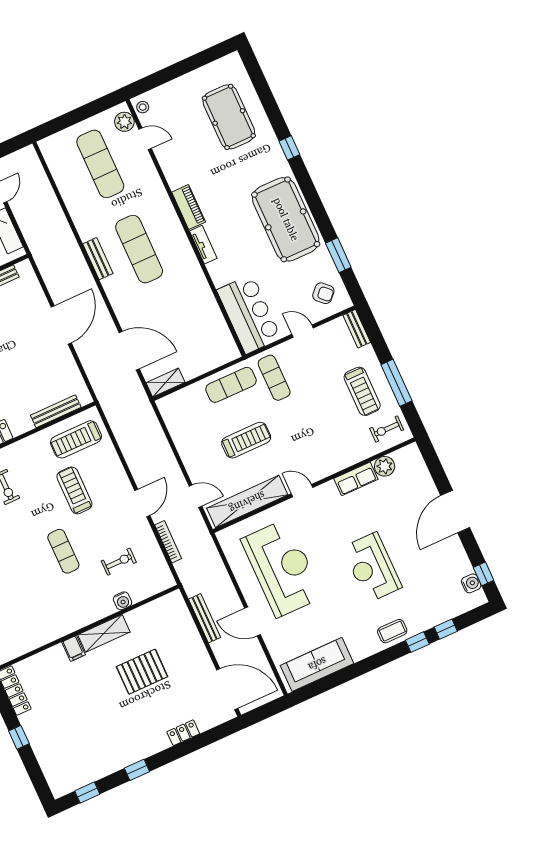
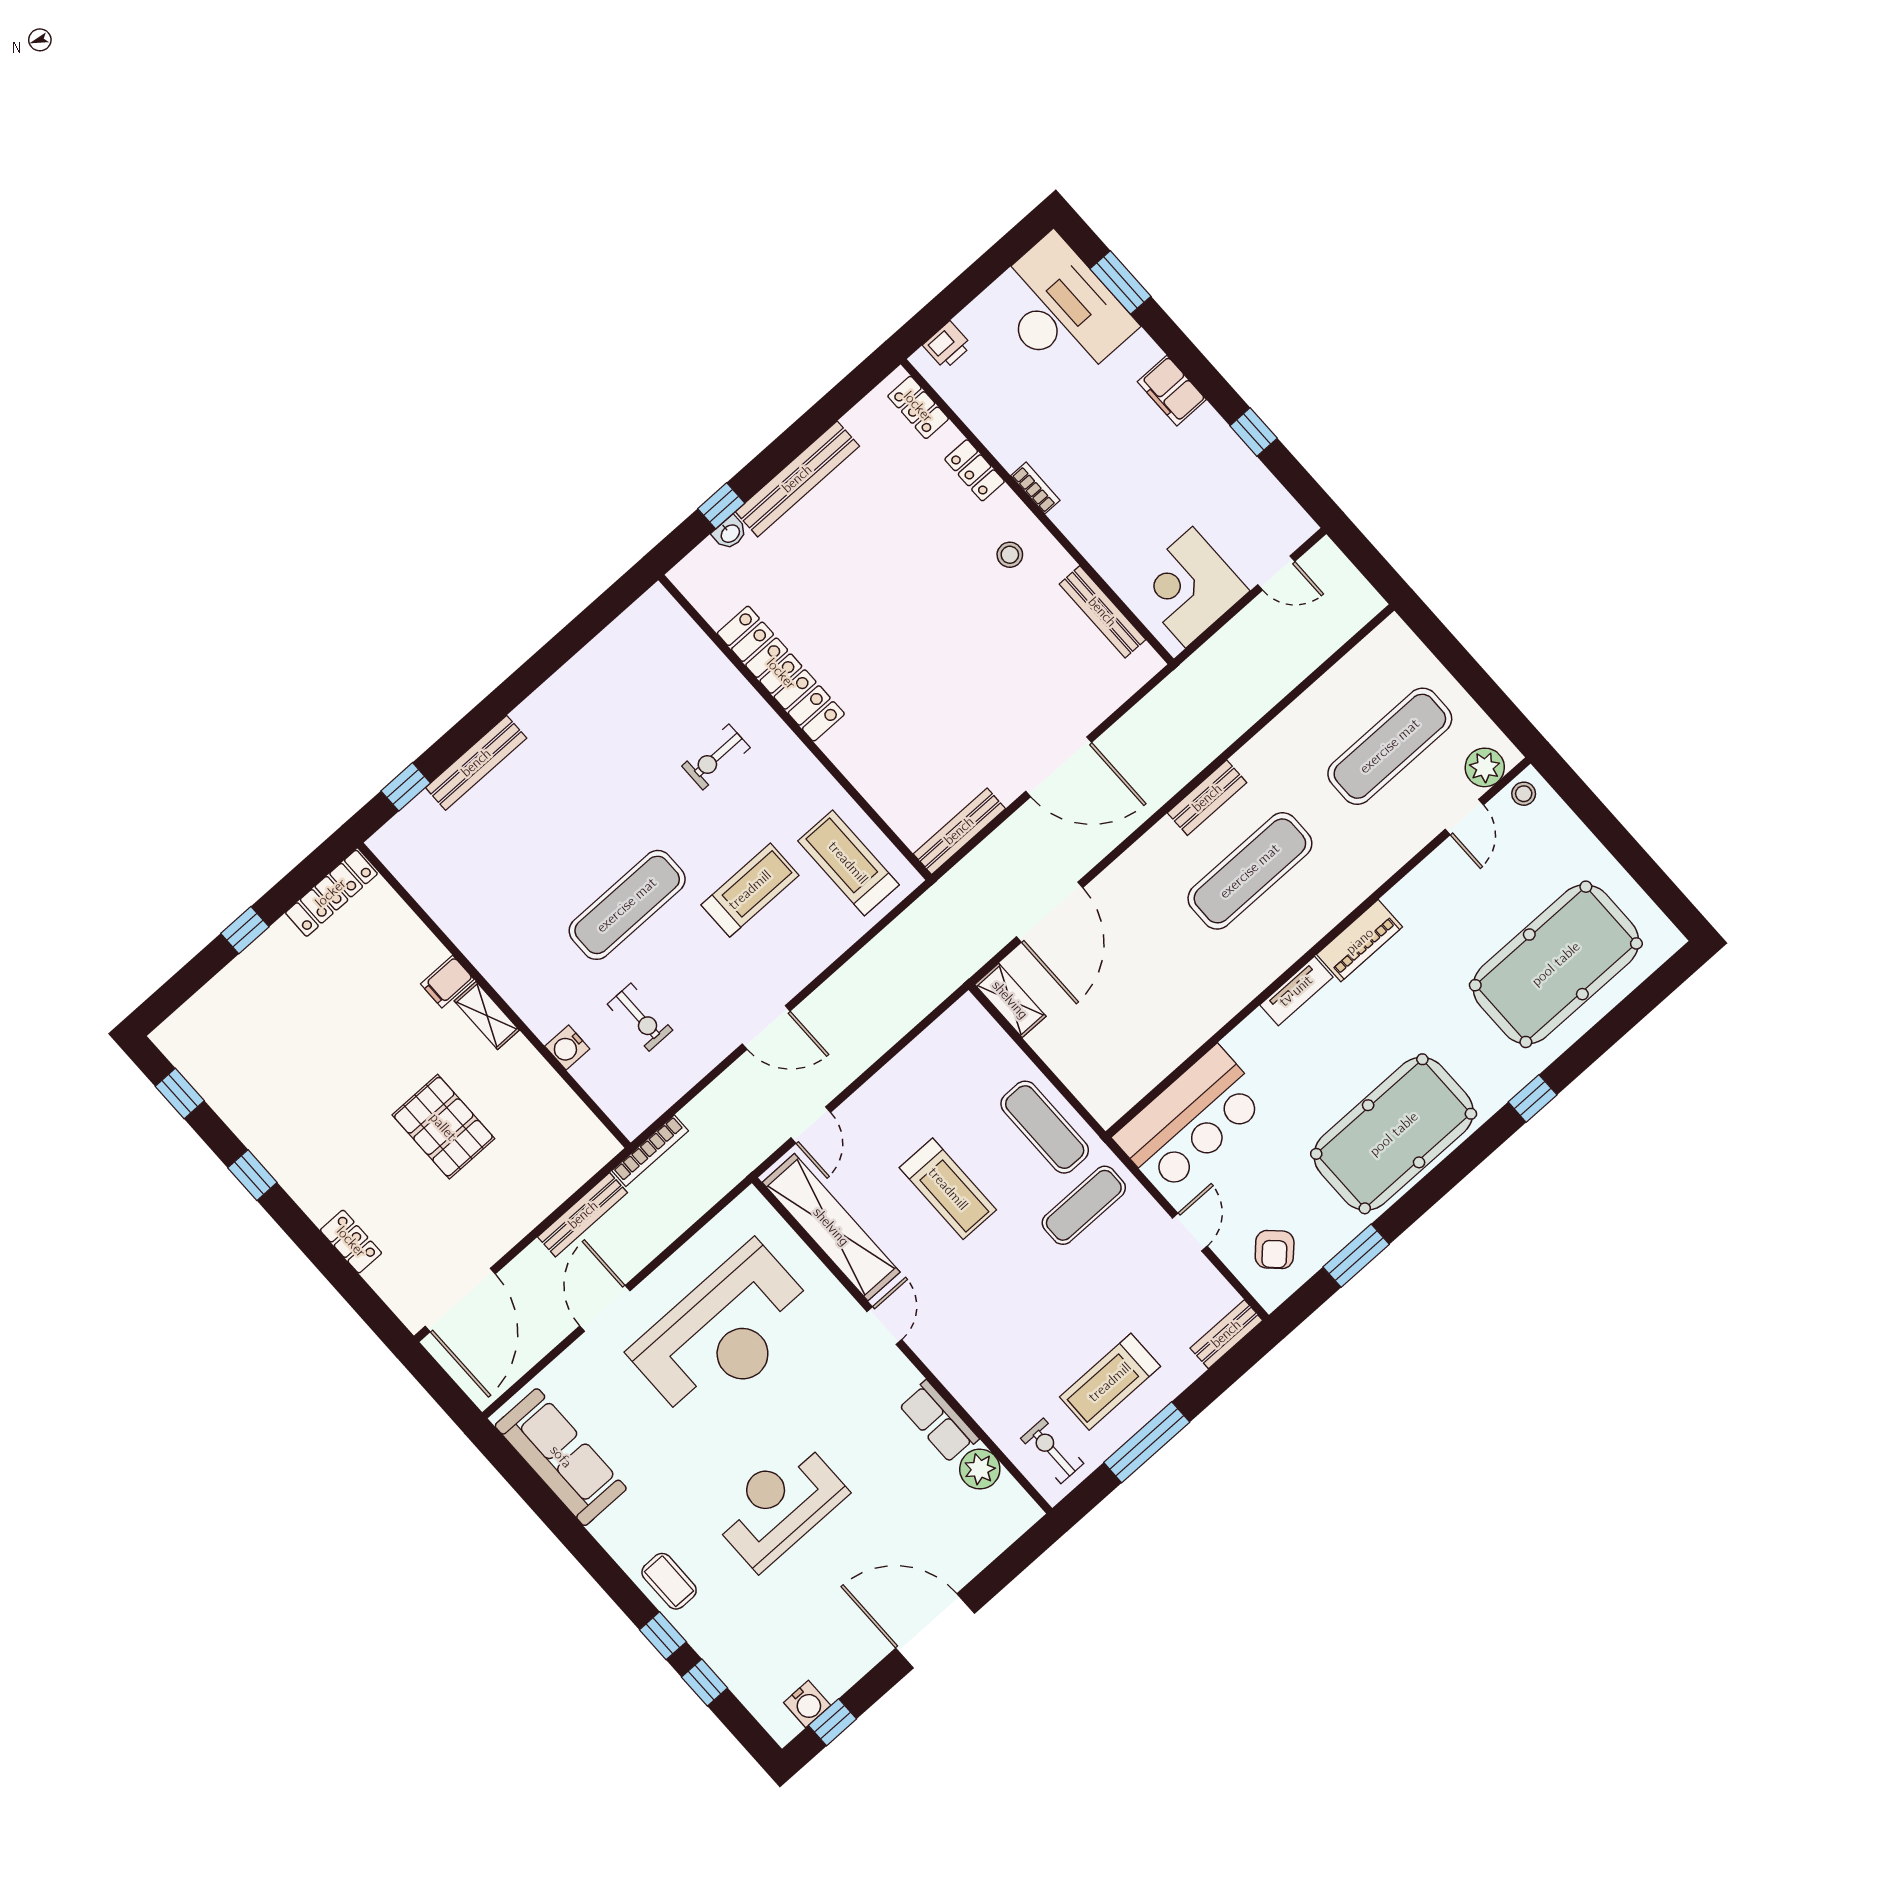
pool table: (229, 117) -> (1556, 964), width x1.36, depth x1.32
bench: (56, 411) -> (959, 831), moved, turned 90
bookcase: (168, 542) -> (650, 1151), moved
exercise mat: (63, 551) -> (627, 905), width x1.36, depth x1.45
shelving: (104, 633) -> (487, 1016), width x0.67, depth x0.75

